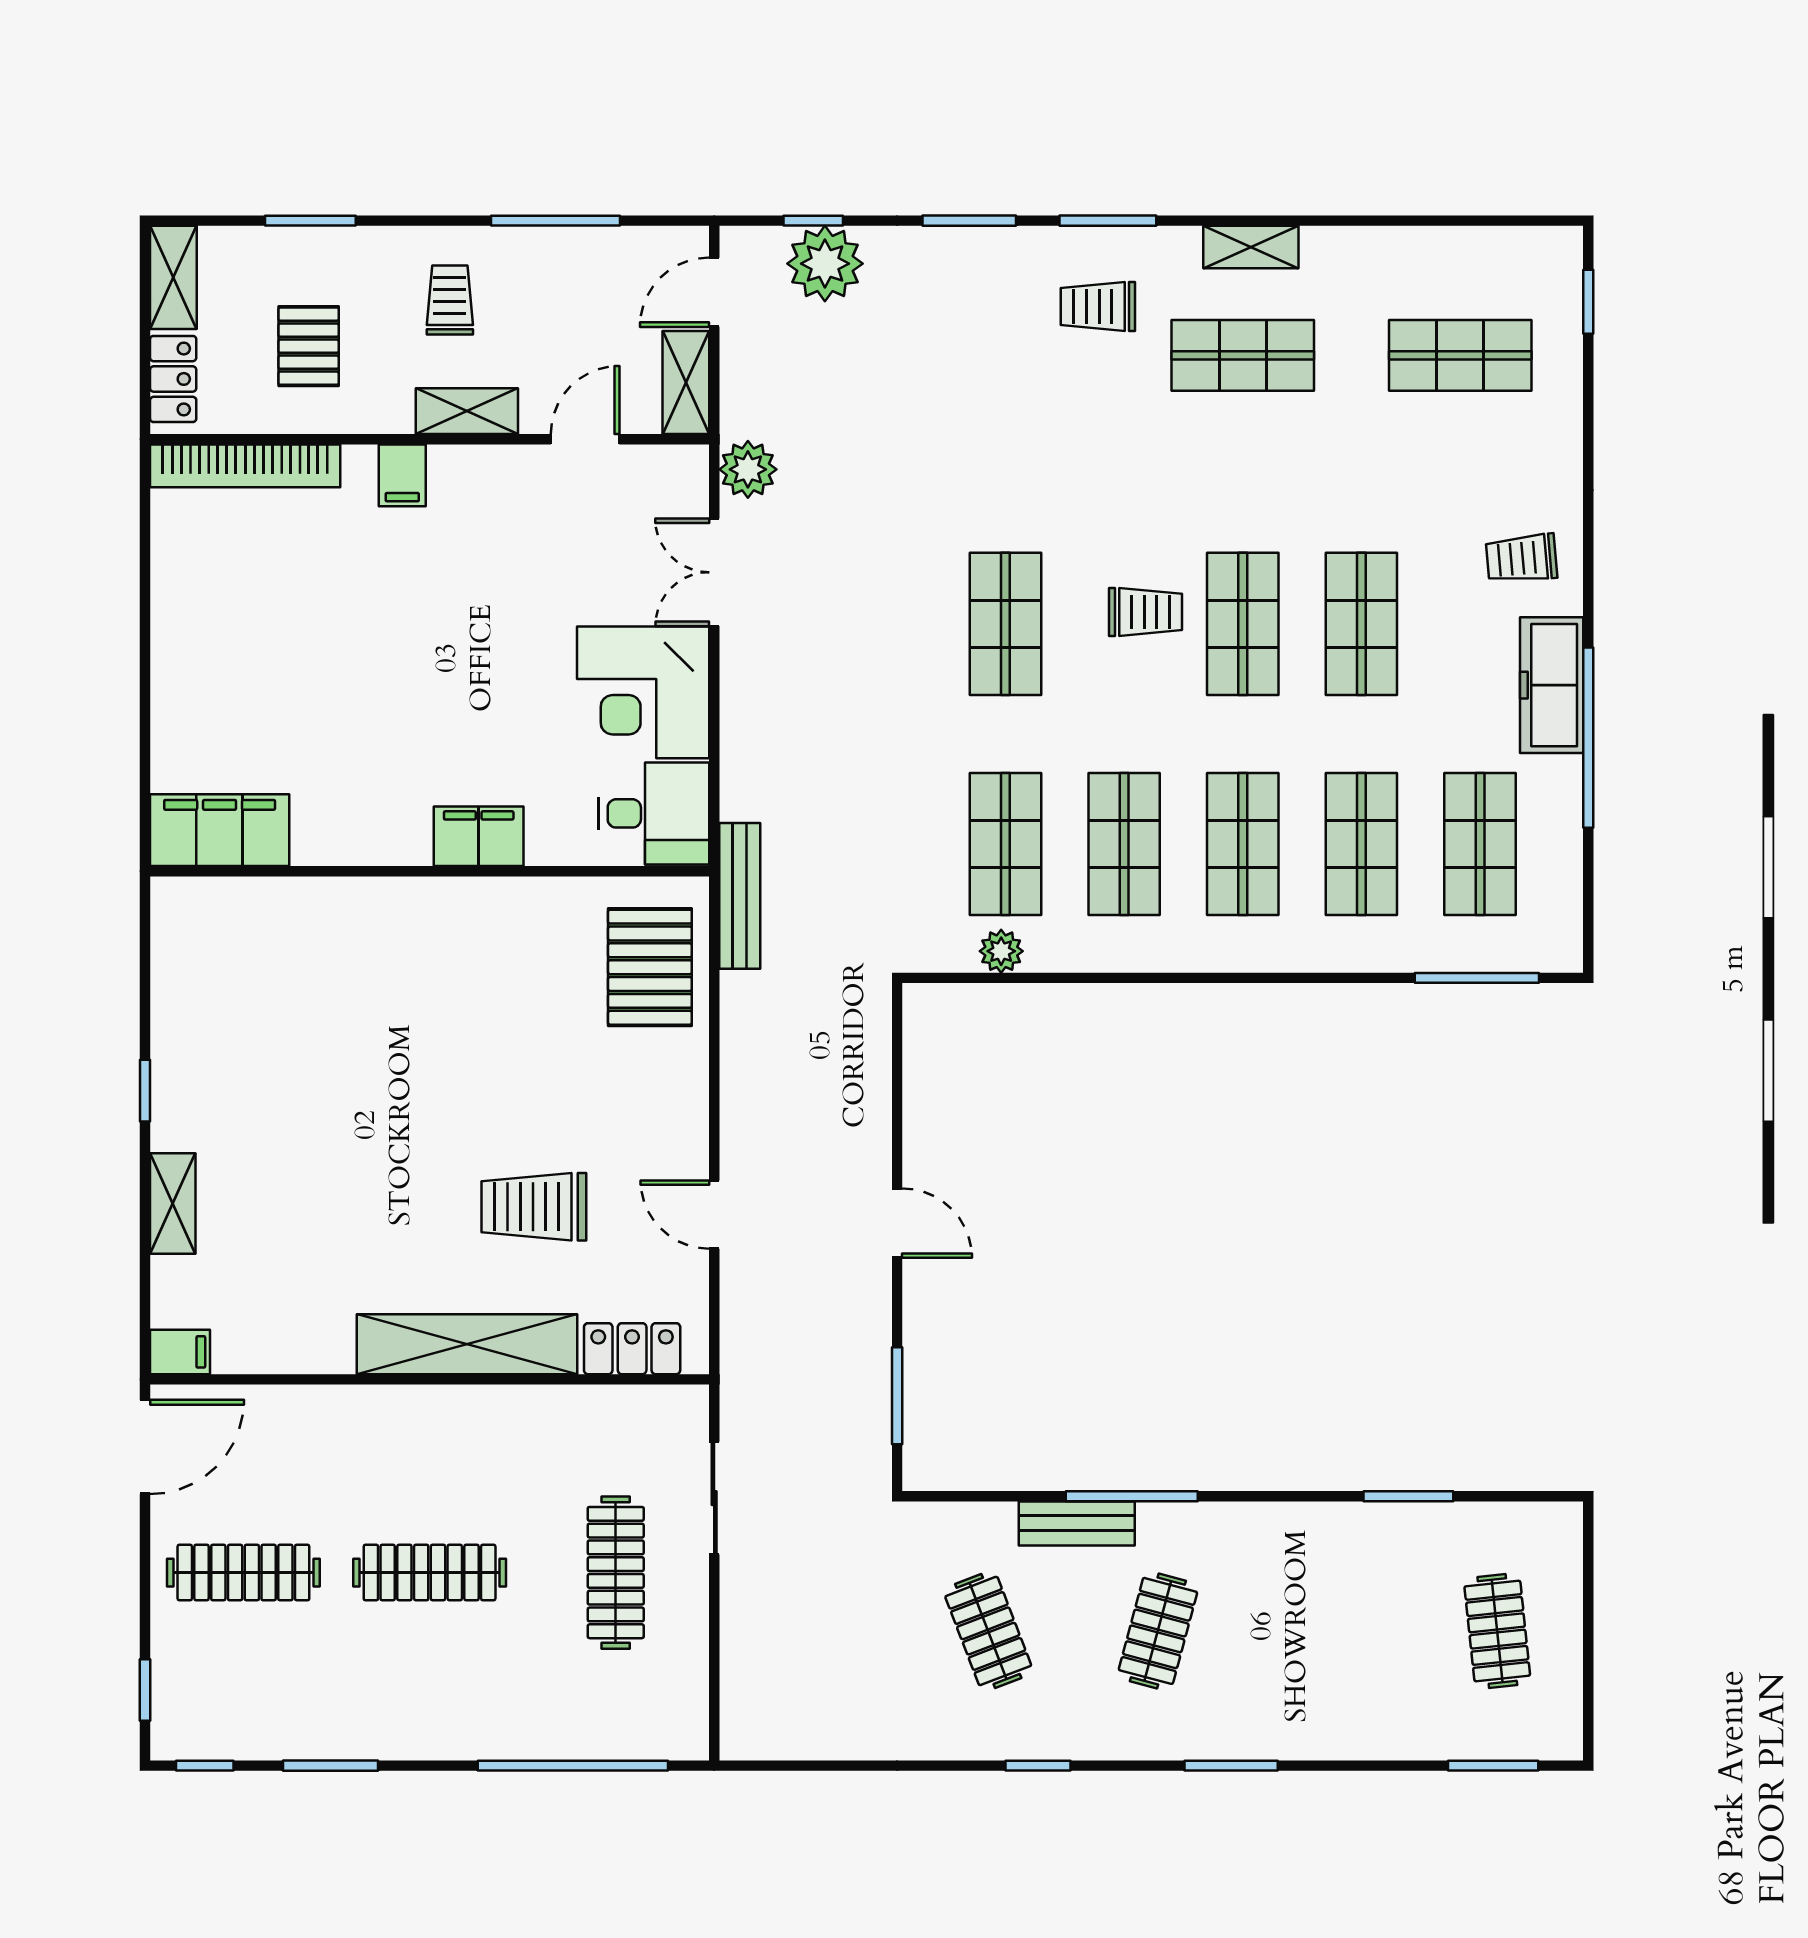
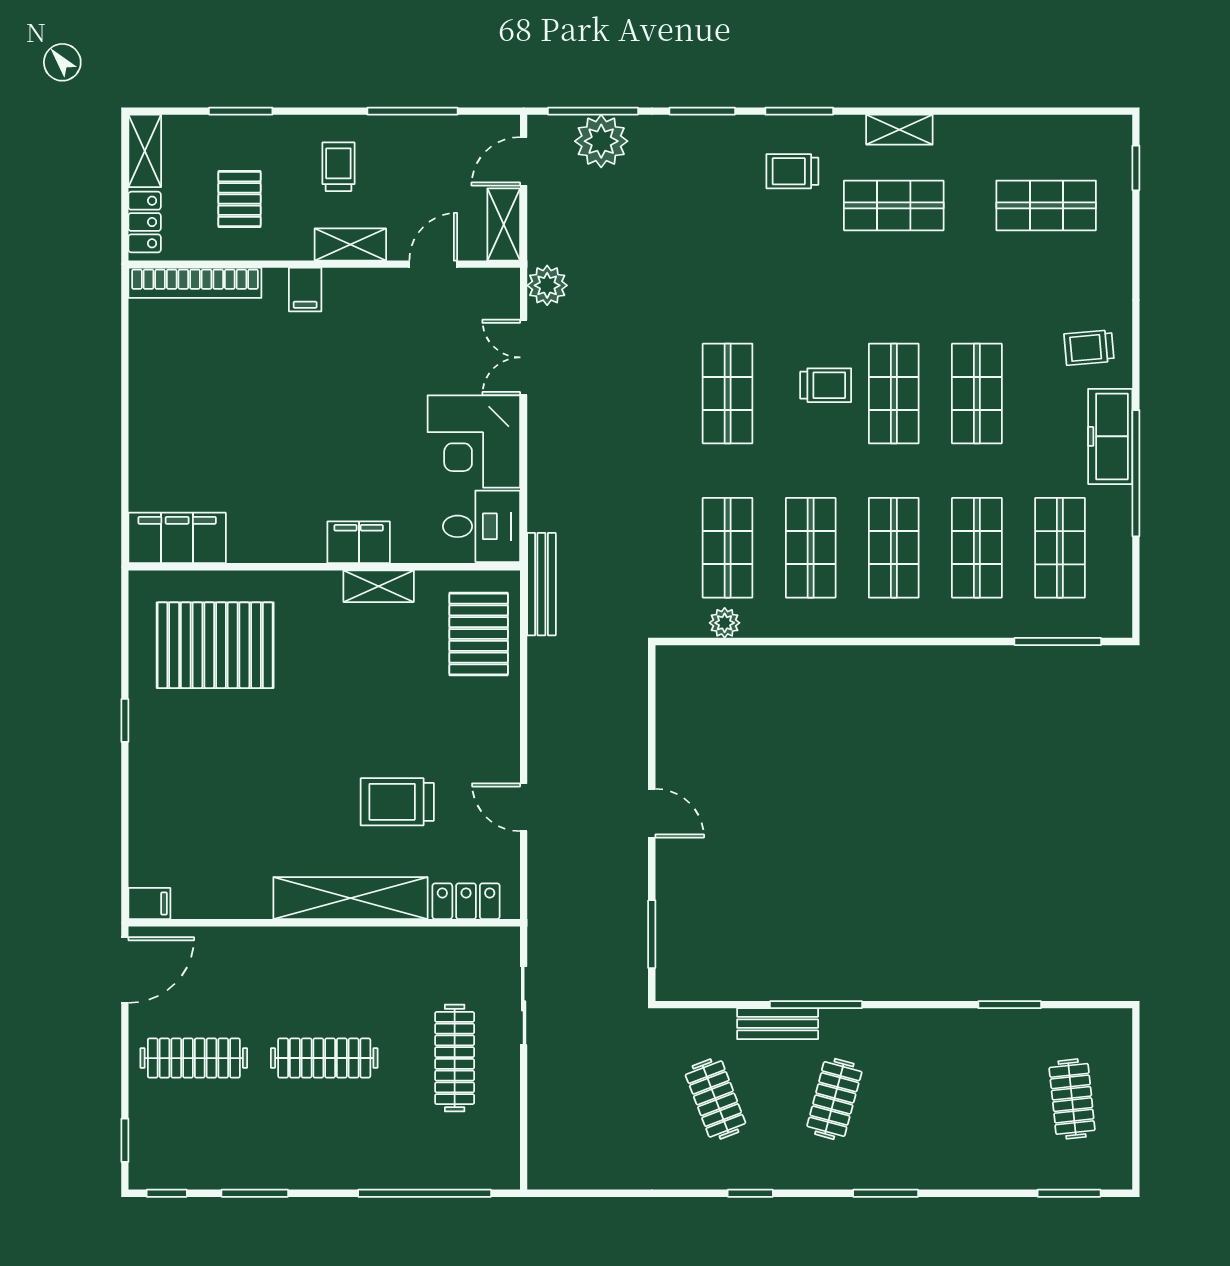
window: (813, 221) -> (593, 111), width x2.17
pallet: (274, 983) -> (215, 645), added
shelving: (173, 1203) -> (379, 586), moved, turned 90

